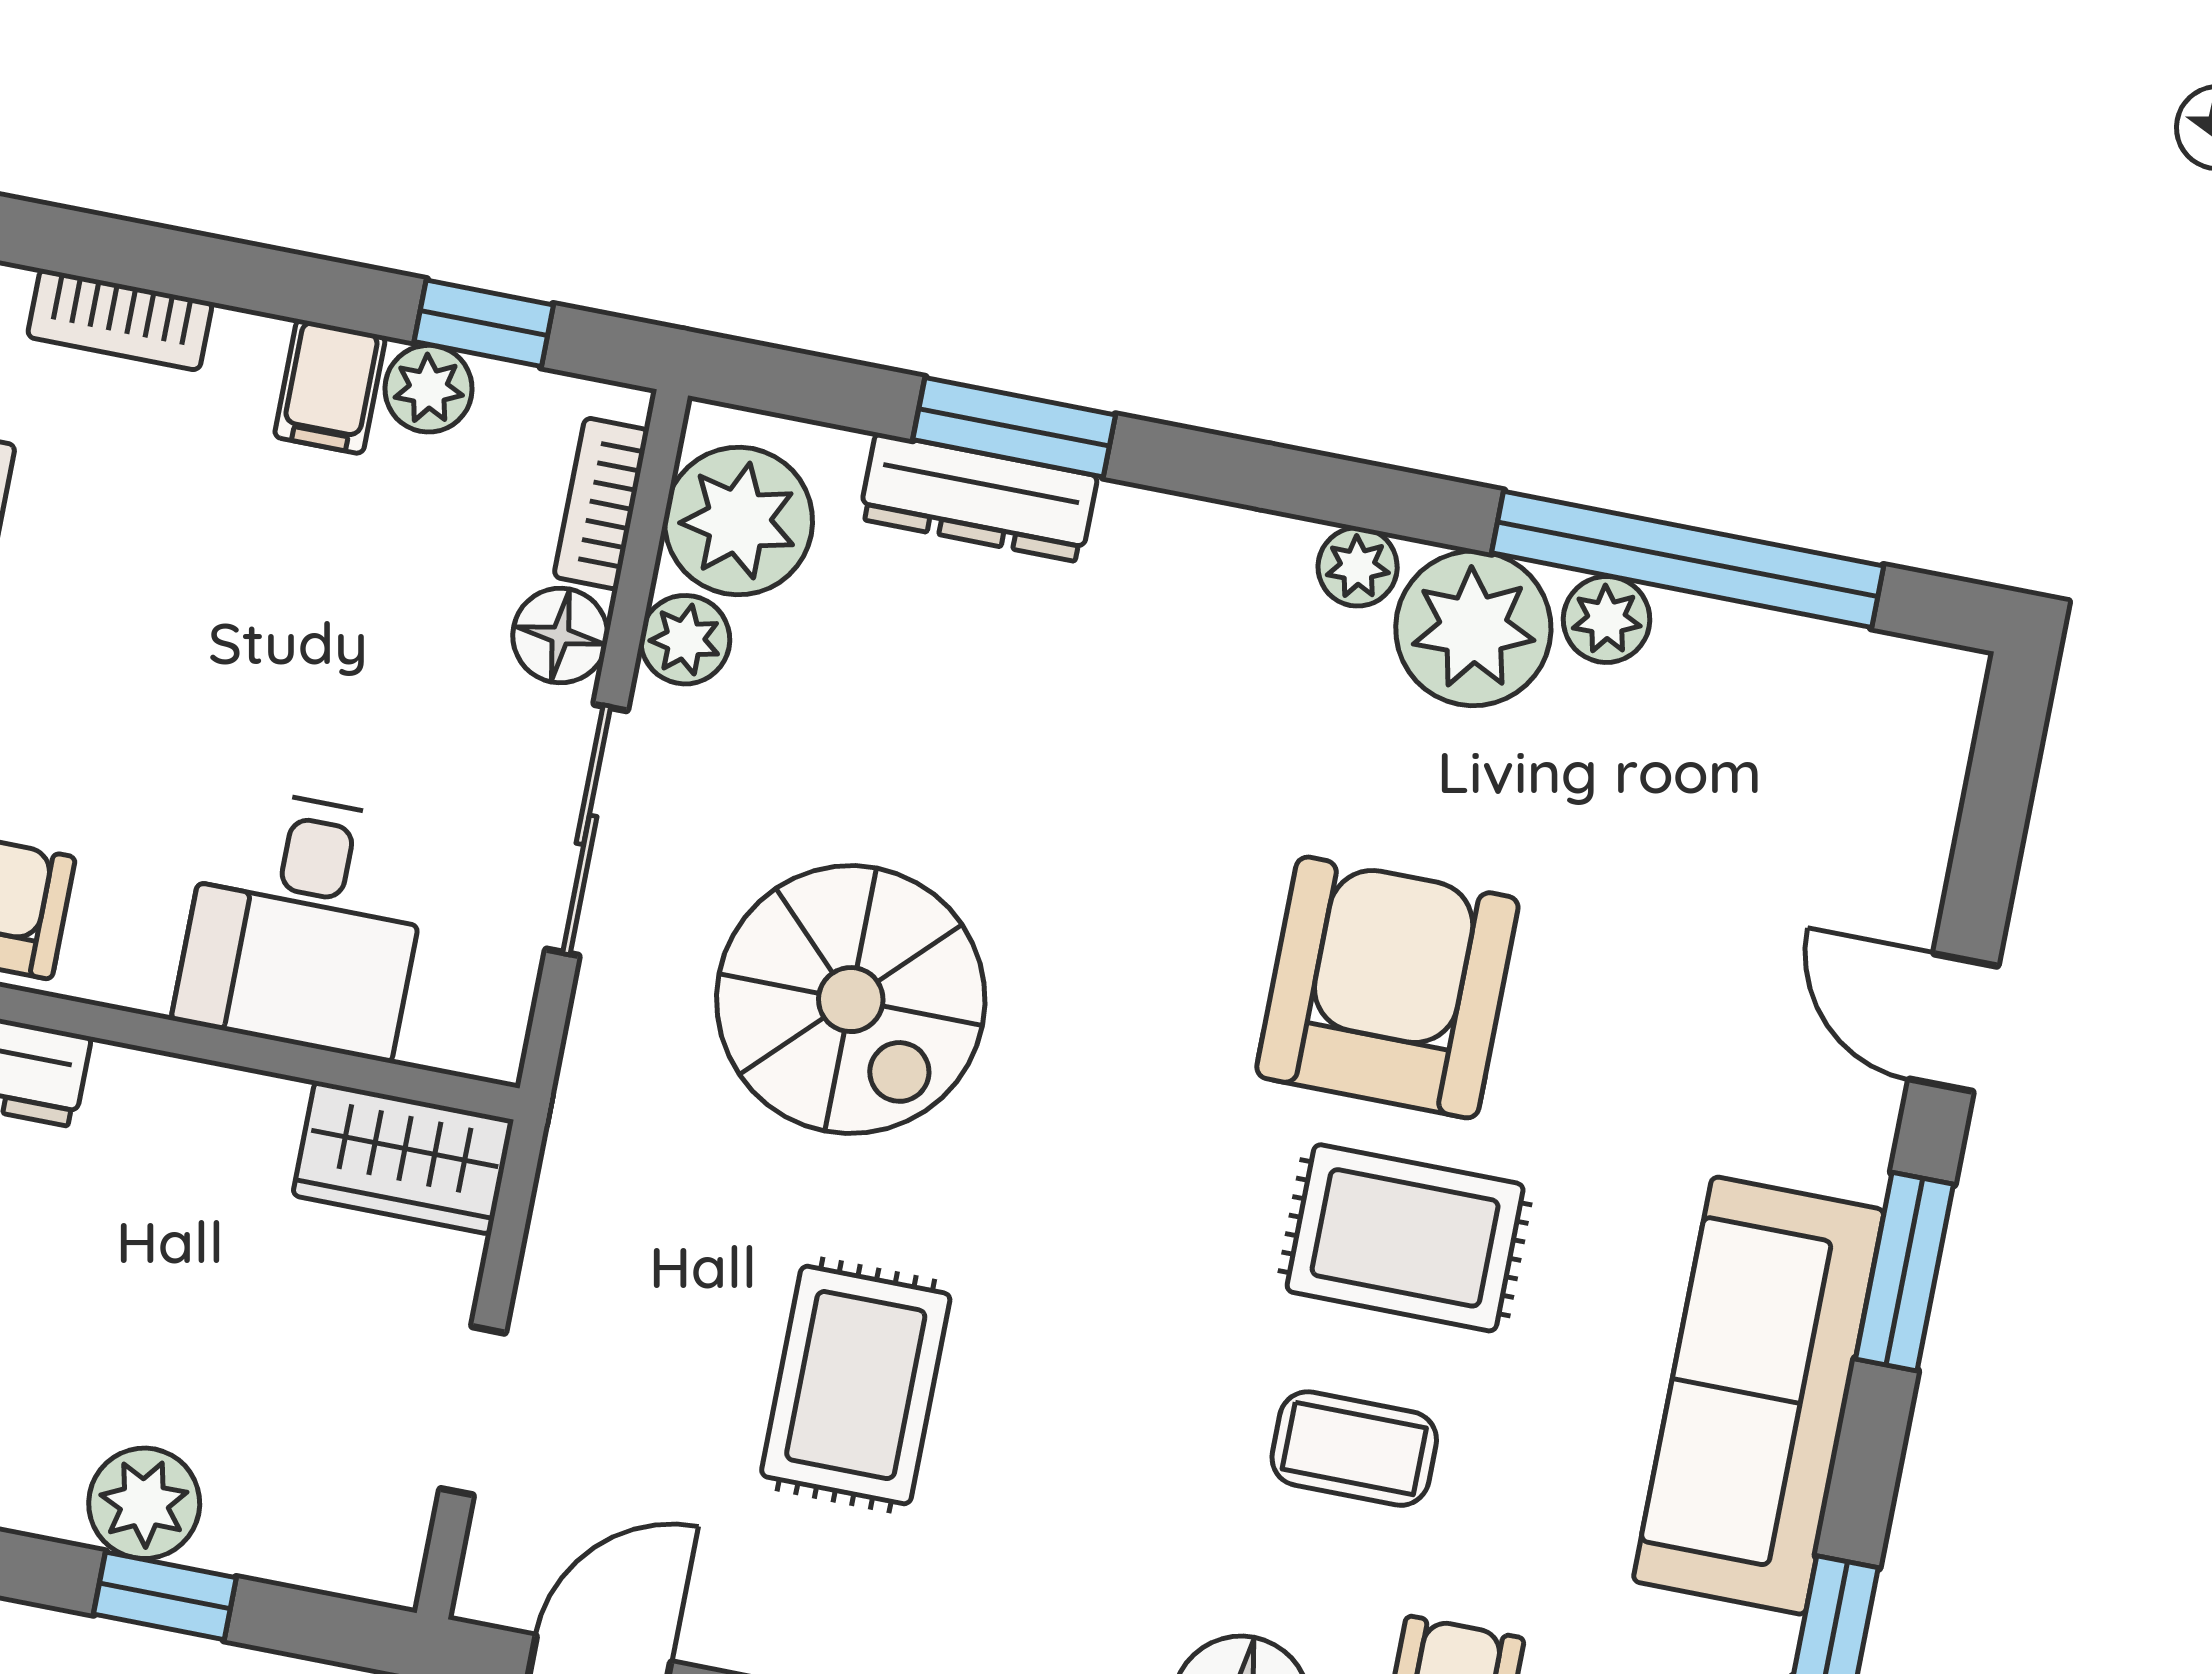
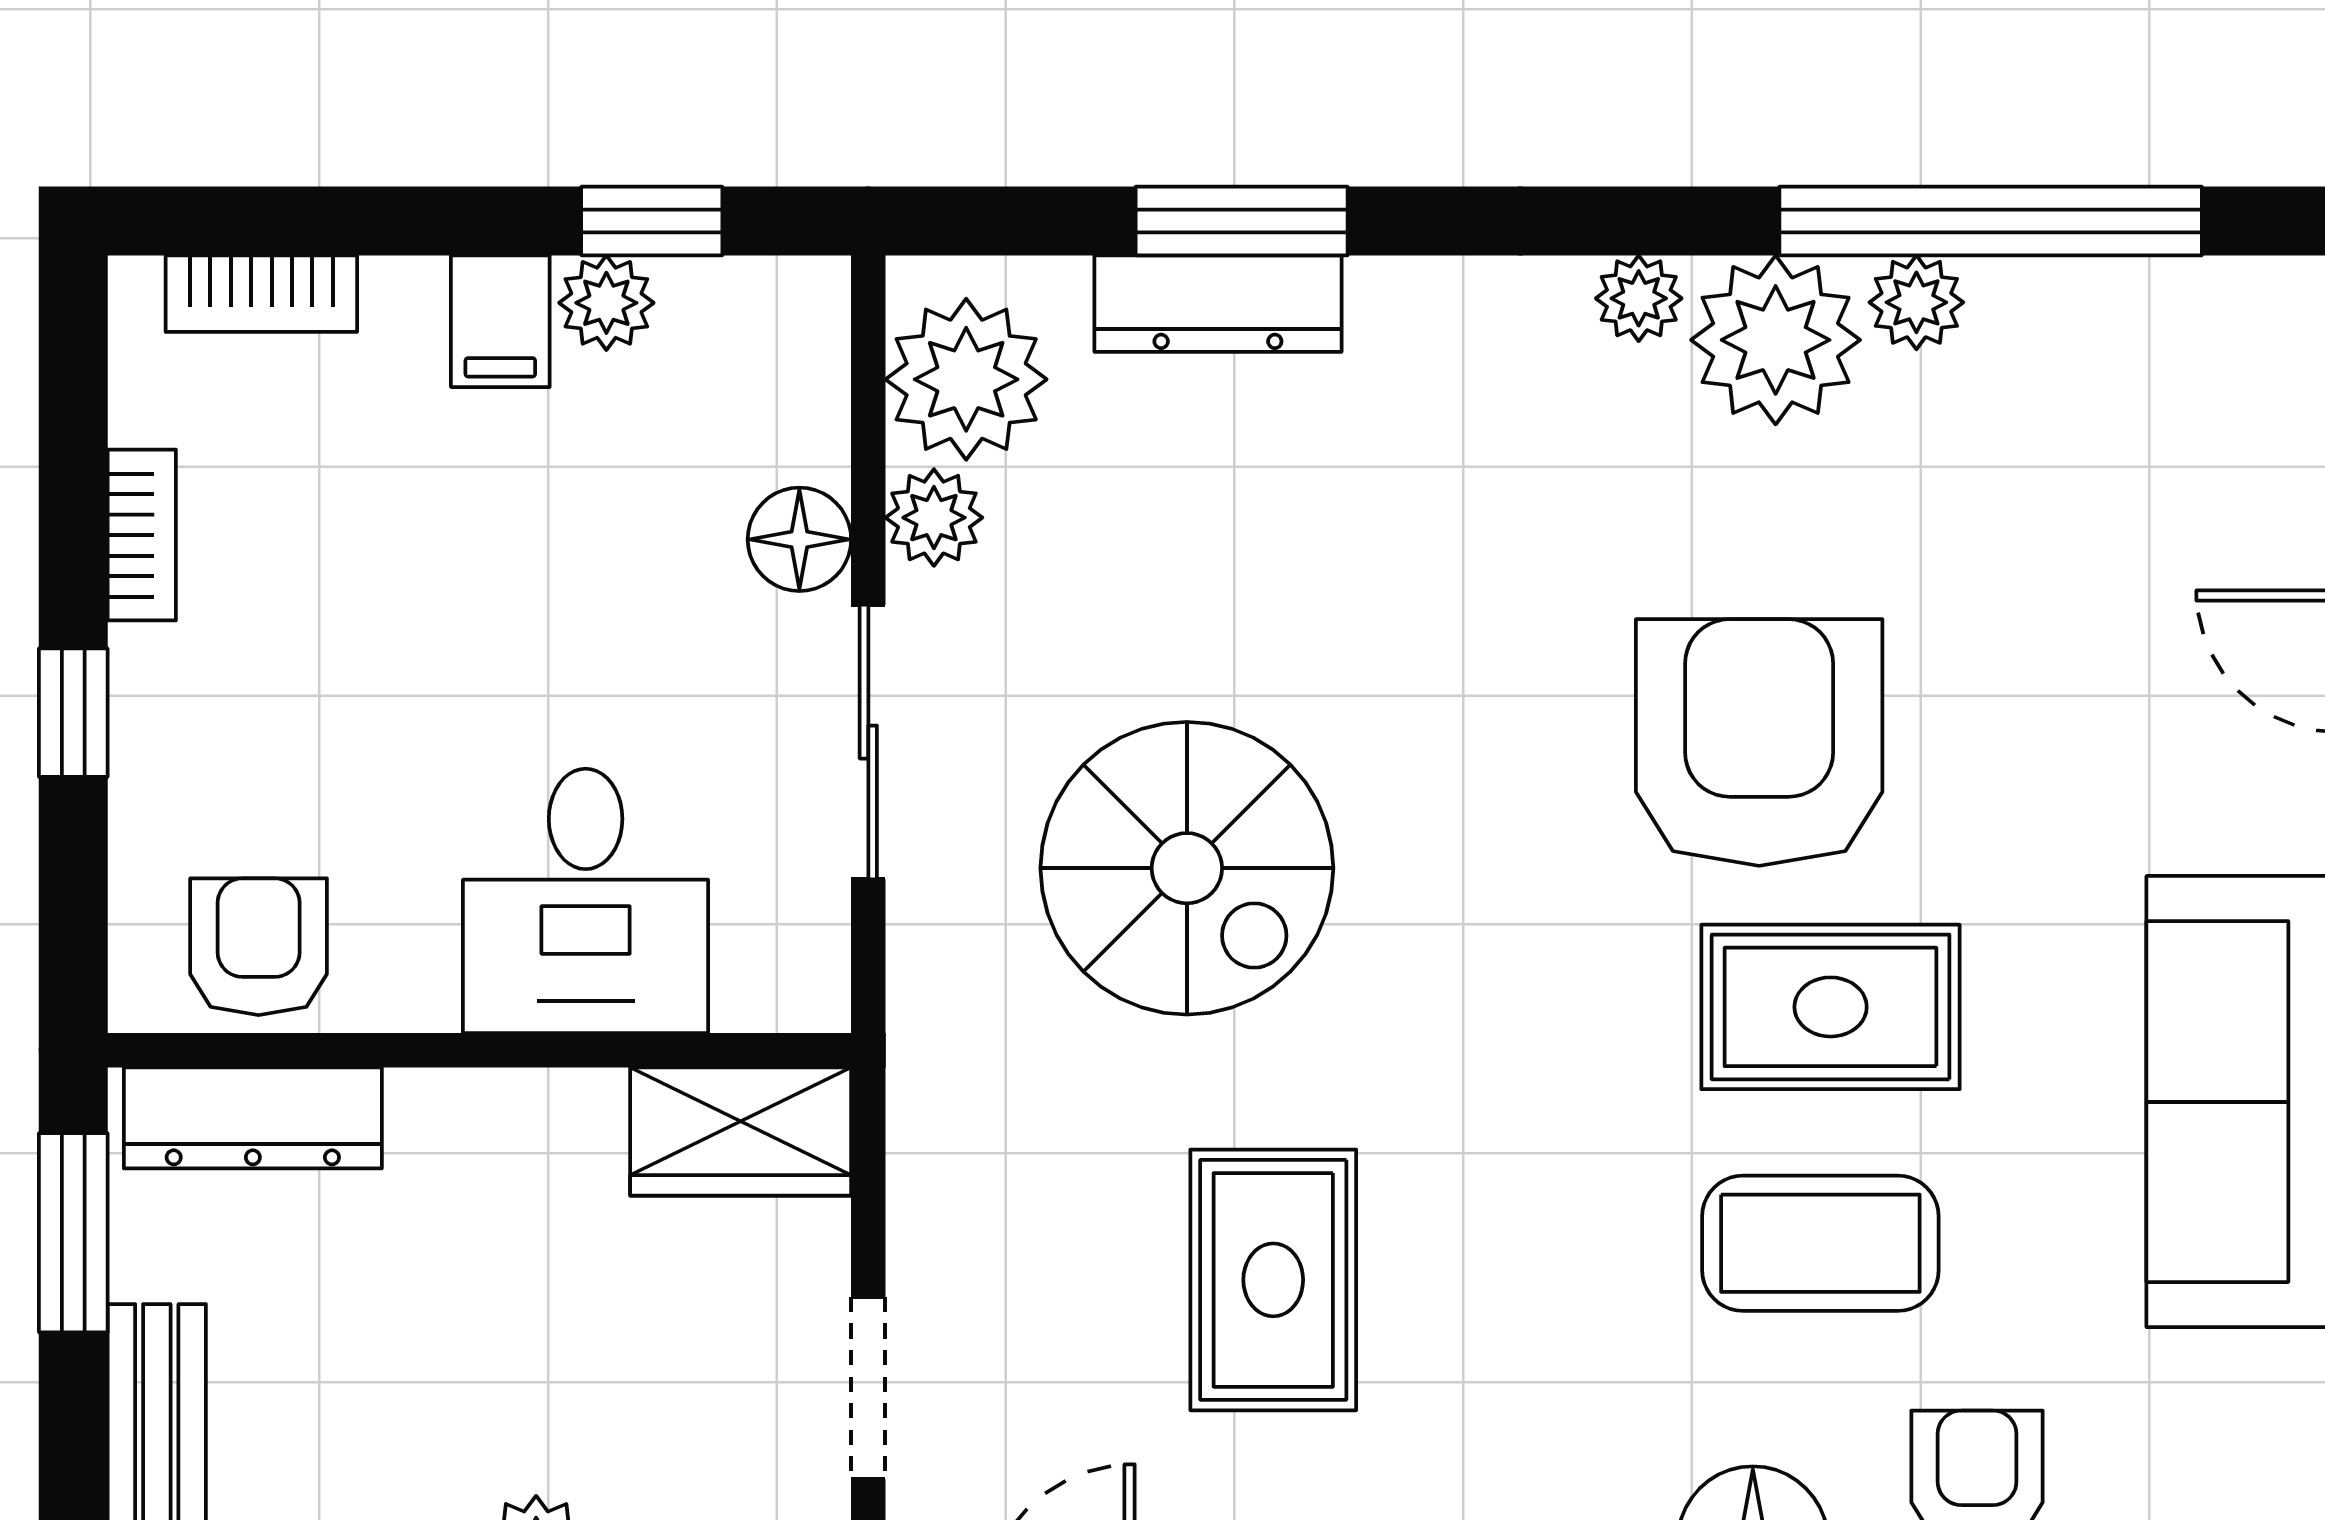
bookcase: (601, 504) -> (816, 389), removed
coffee table: (1354, 1449) -> (1820, 1243), width x1.36, depth x1.30

